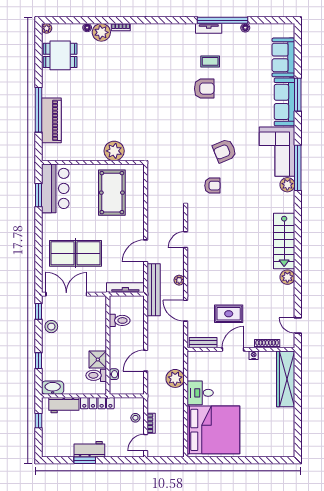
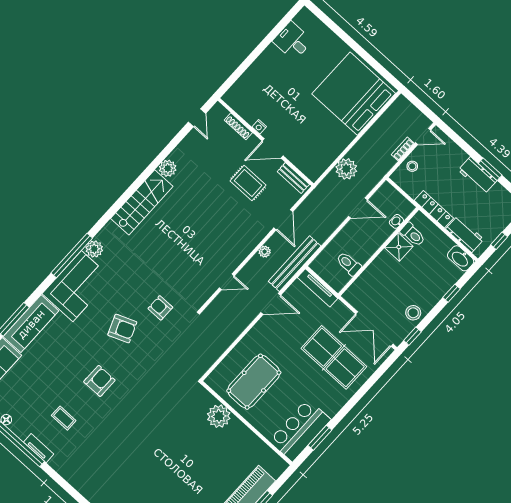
armchair: (204, 89) -> (99, 381), moved, turned 90
wardrobe: (286, 379) -> (250, 81), removed
desk: (200, 393) -> (293, 41), moved, turned 180

